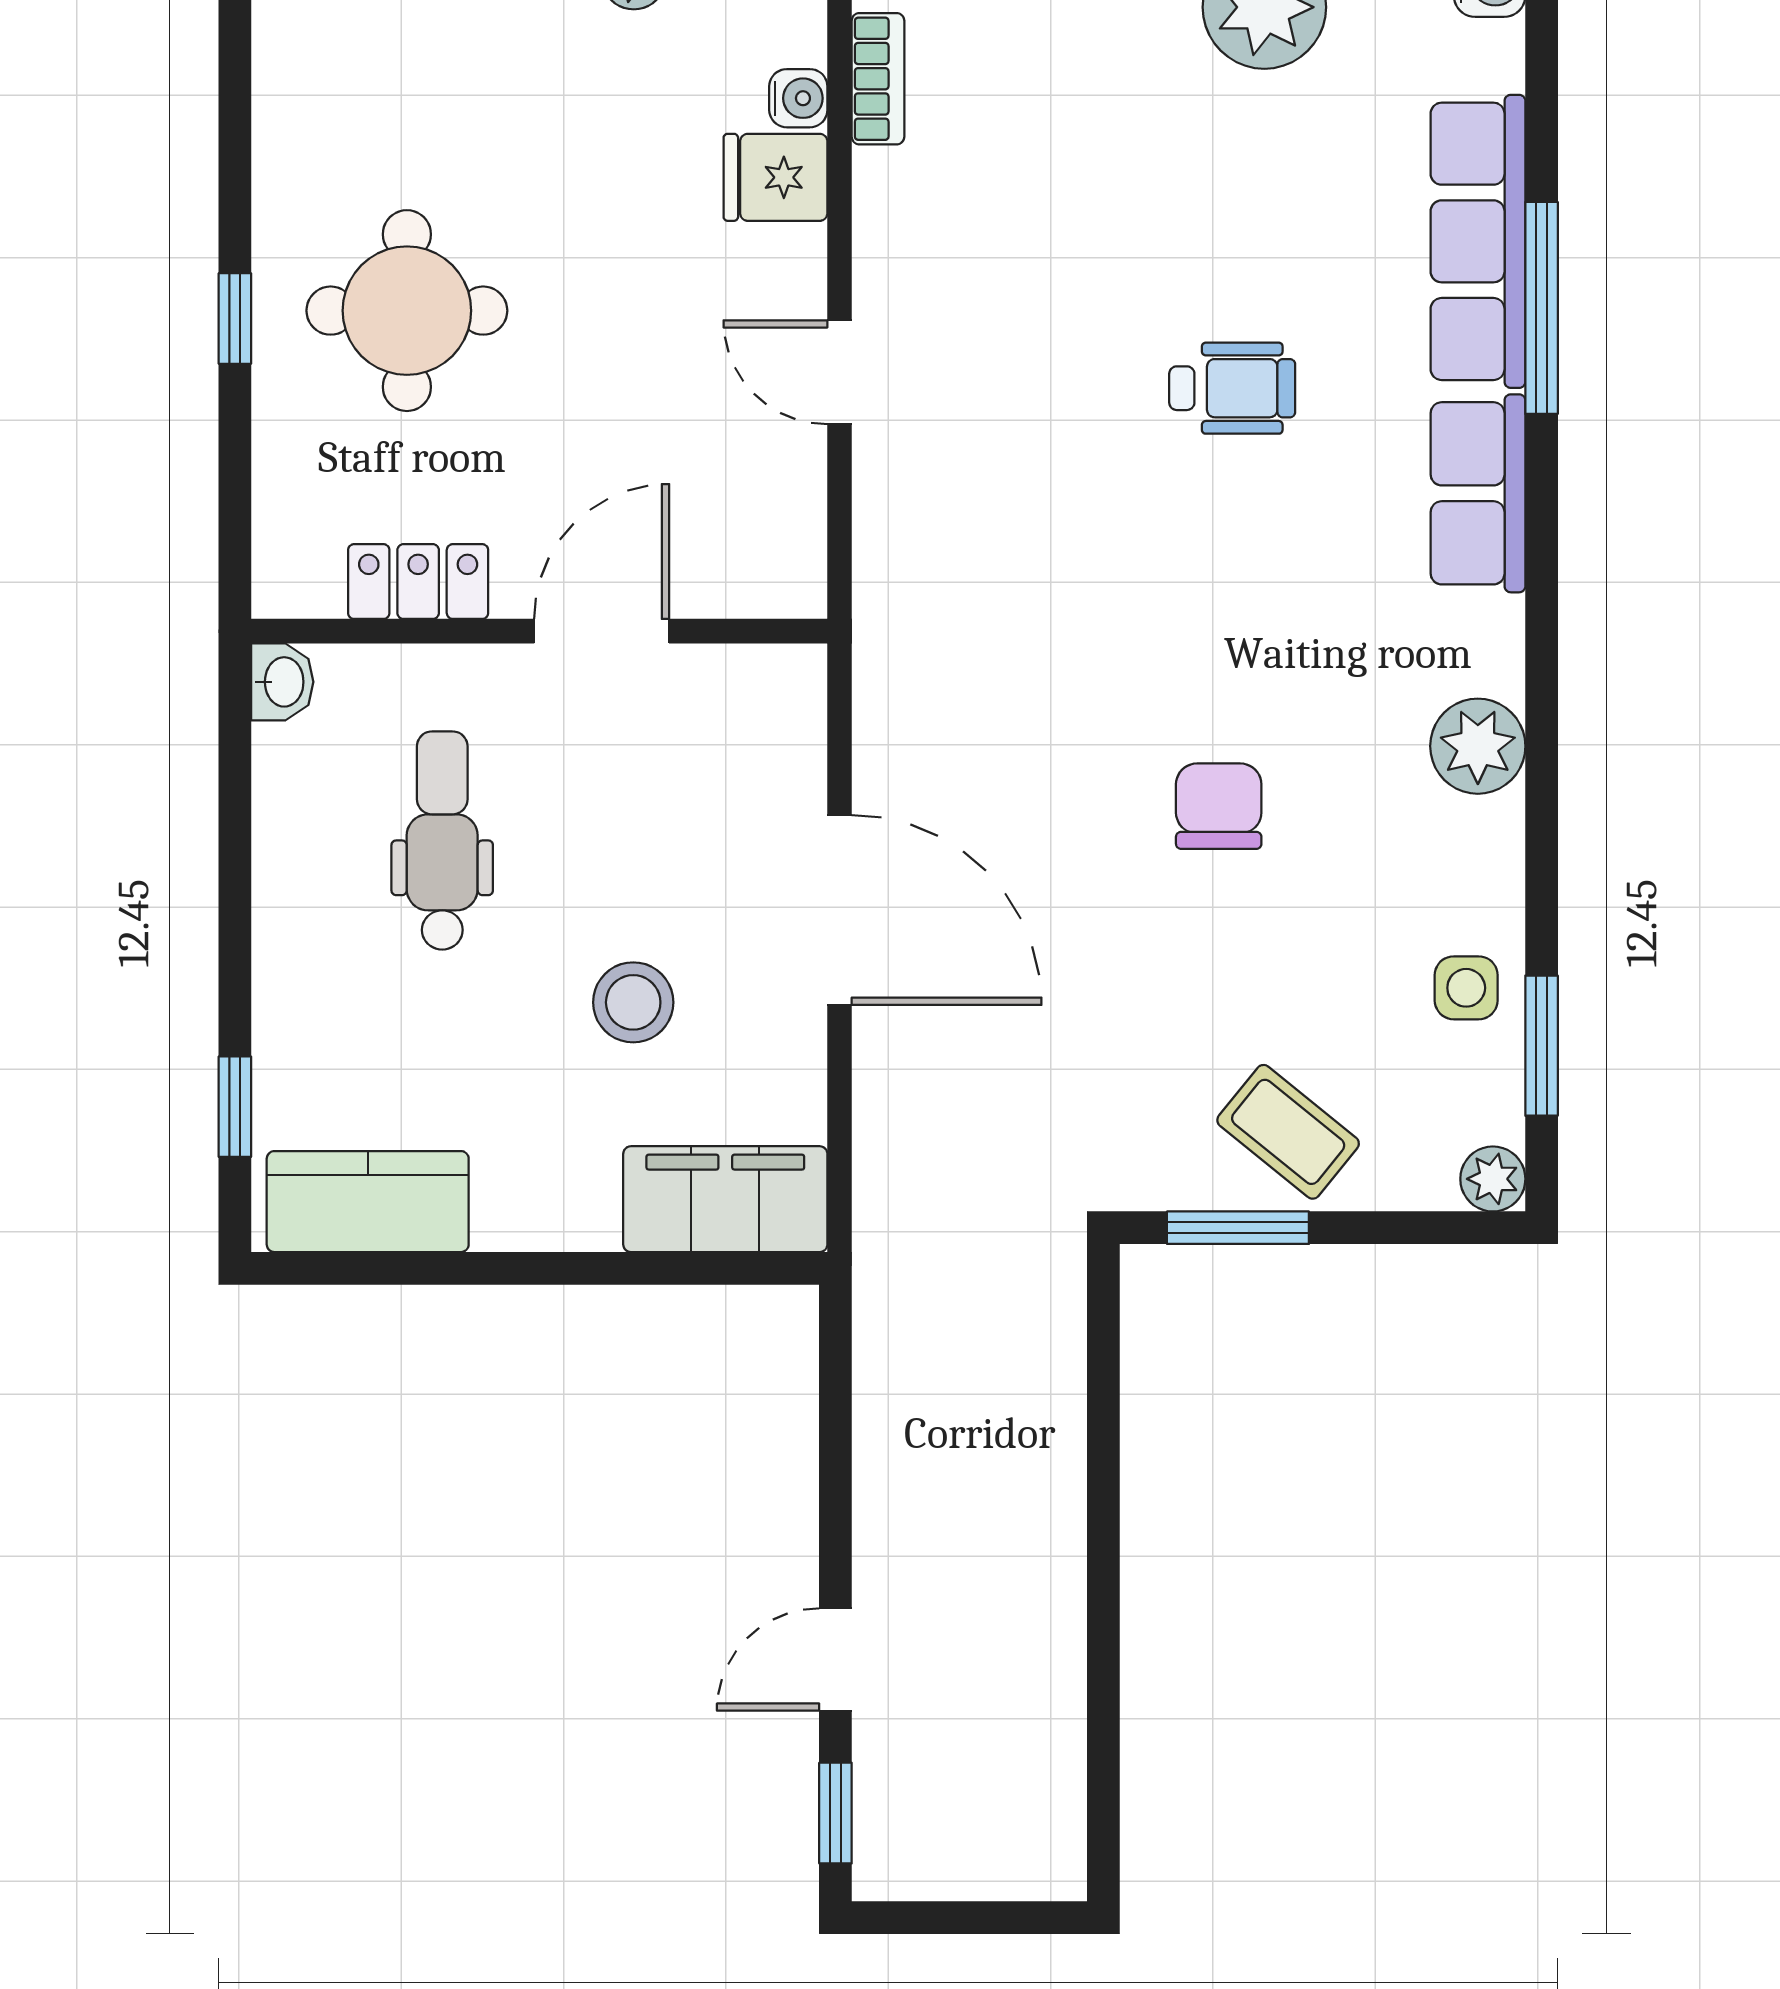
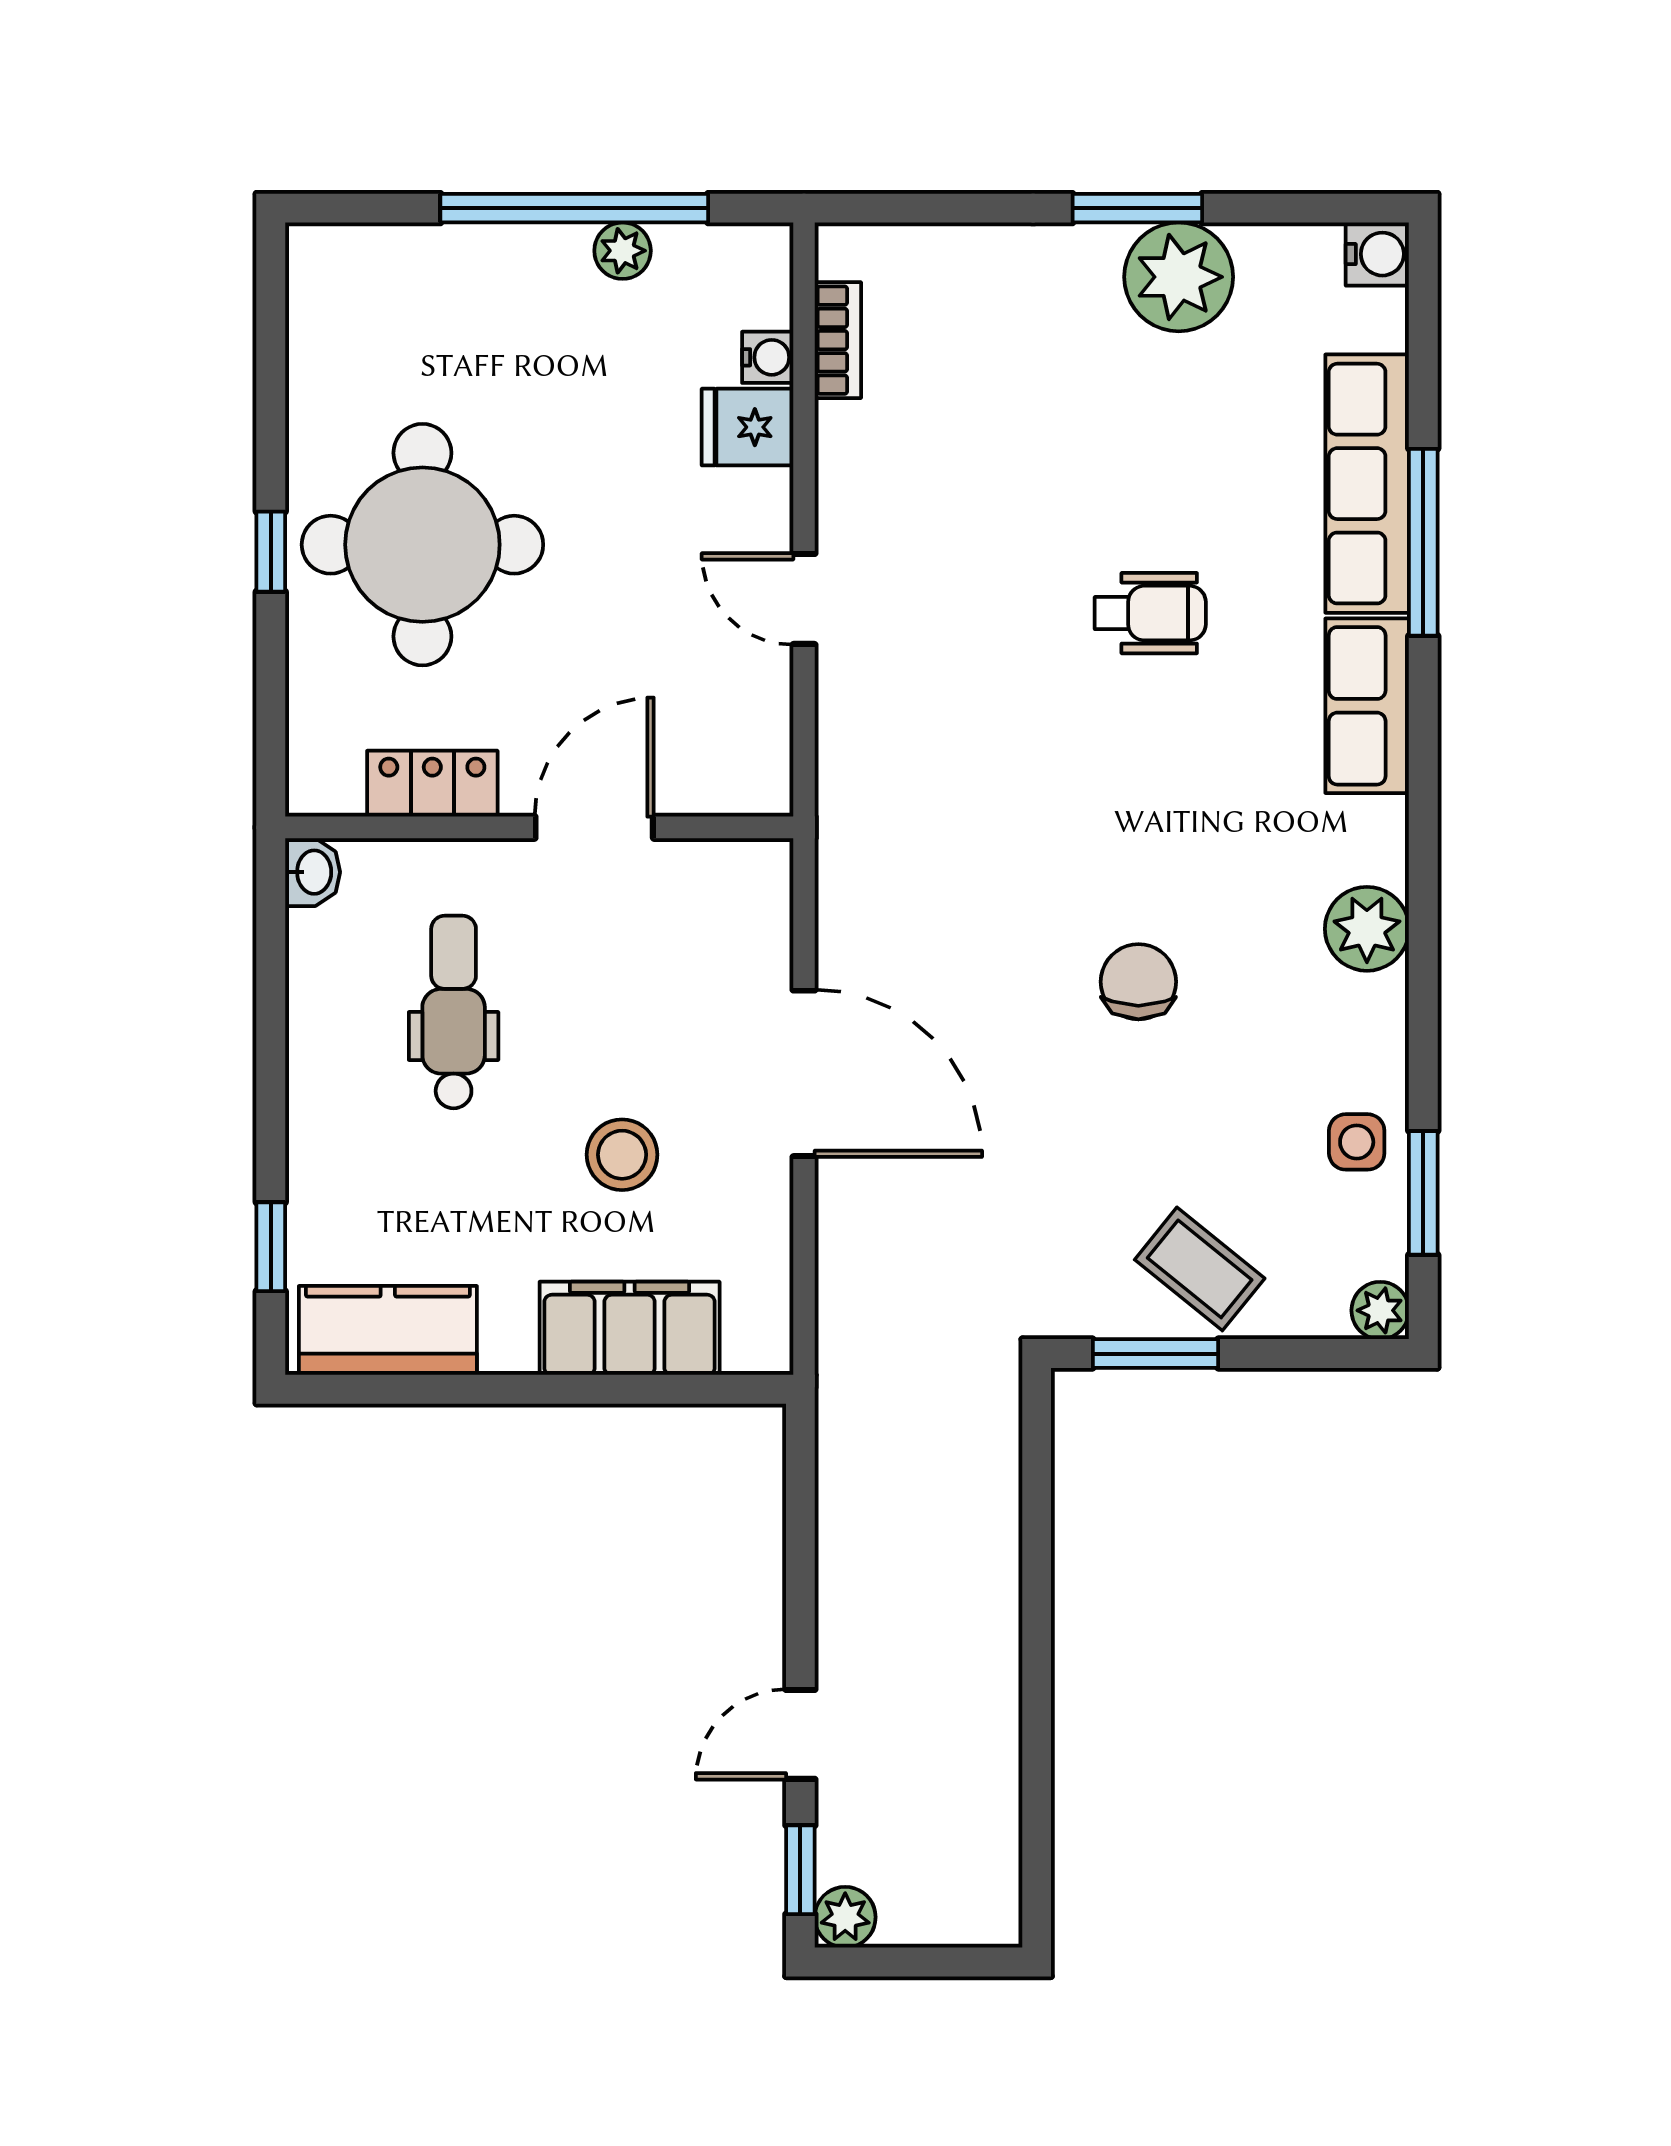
round table: (407, 311) -> (422, 545), width x1.36, depth x1.36
filing cabinet: (725, 1199) -> (630, 1328), moved
plant: (886, 1867) -> (845, 1917), added

